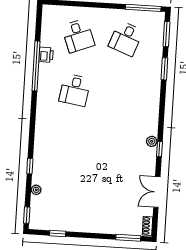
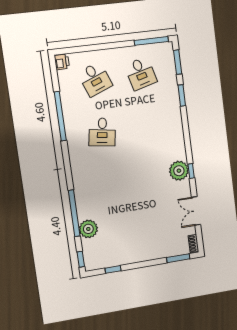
desk: (126, 39) -> (141, 73), turned -36
printer: (46, 55) -> (62, 62), moved
plant: (152, 141) -> (179, 171), width x1.88, depth x1.88
window: (30, 166) -> (74, 213), width x3.17
plant: (36, 190) -> (88, 229), width x1.87, depth x1.87

